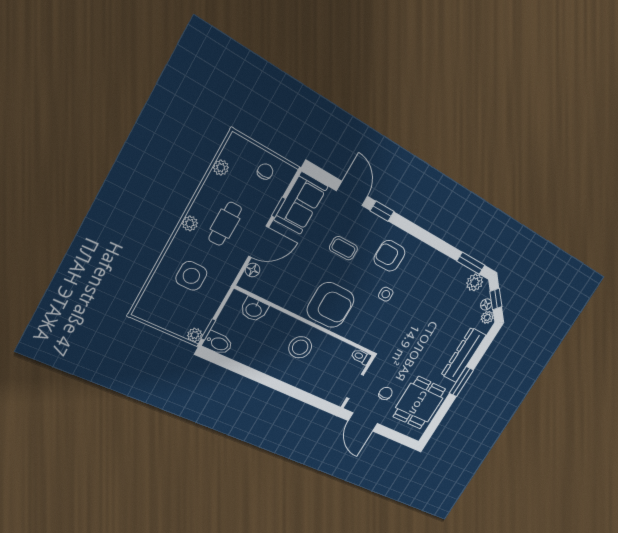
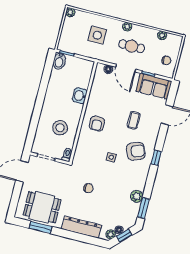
window: (382, 211) -> (156, 158), moved
armchair: (389, 256) -> (136, 151), turned 68
plant: (475, 282) -> (137, 196), moved
armchair: (331, 305) -> (97, 124), width x0.53, depth x0.53
washbasin: (254, 310) -> (80, 96), moved
plant: (195, 335) -> (70, 12), moved
stool: (300, 347) -> (60, 128), moved
window: (461, 382) -> (41, 227), moved
chair: (385, 393) -> (88, 188), moved

